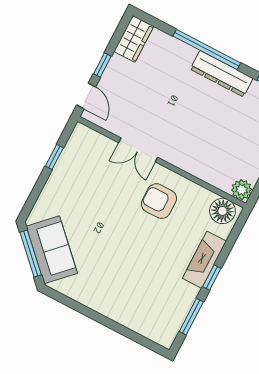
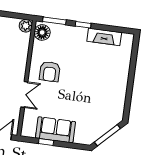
sofa: (52, 250) -> (55, 130), moved, turned 45
fireplace: (204, 260) -> (104, 37), moved
window: (191, 317) -> (54, 21), moved

